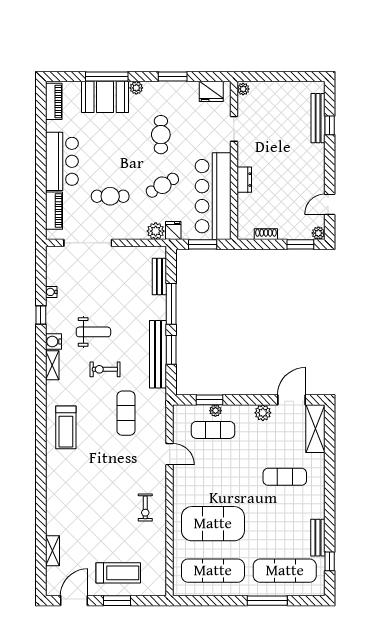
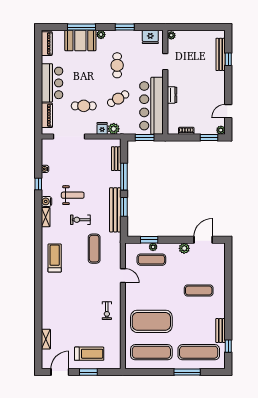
fridge: (173, 231) -> (102, 128), moved
treadmill: (66, 427) -> (55, 258), turned 180
shelving: (315, 429) -> (219, 259), removed

